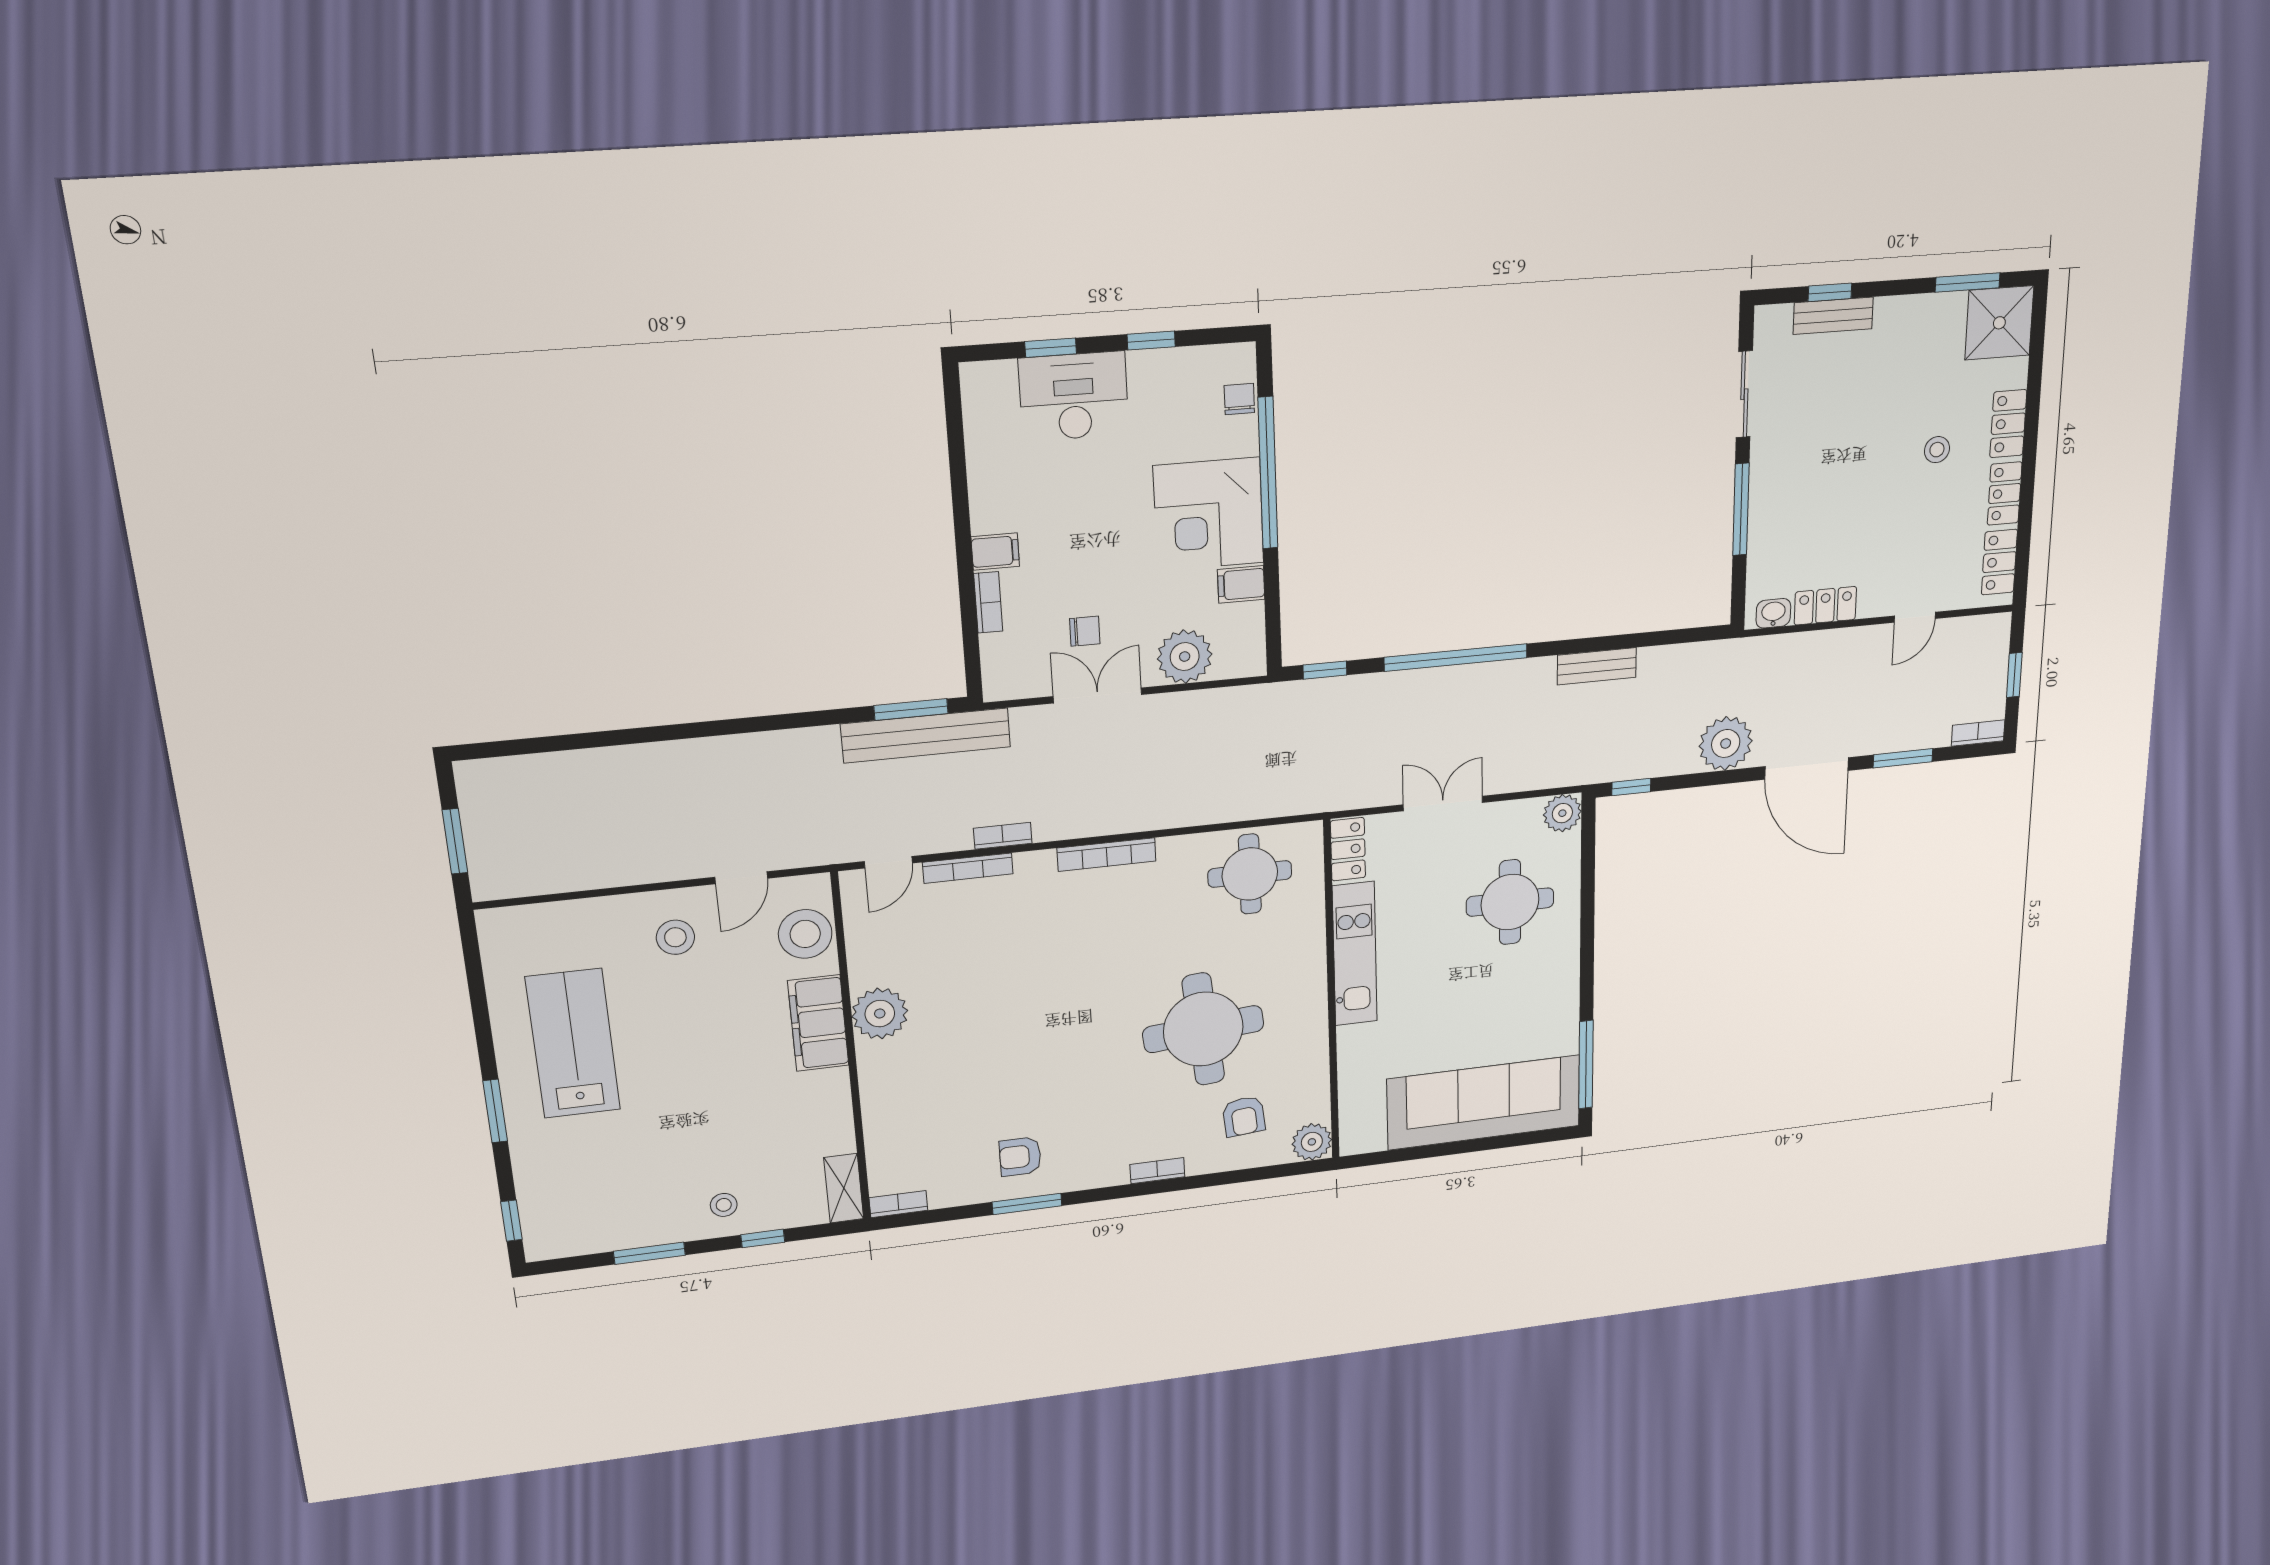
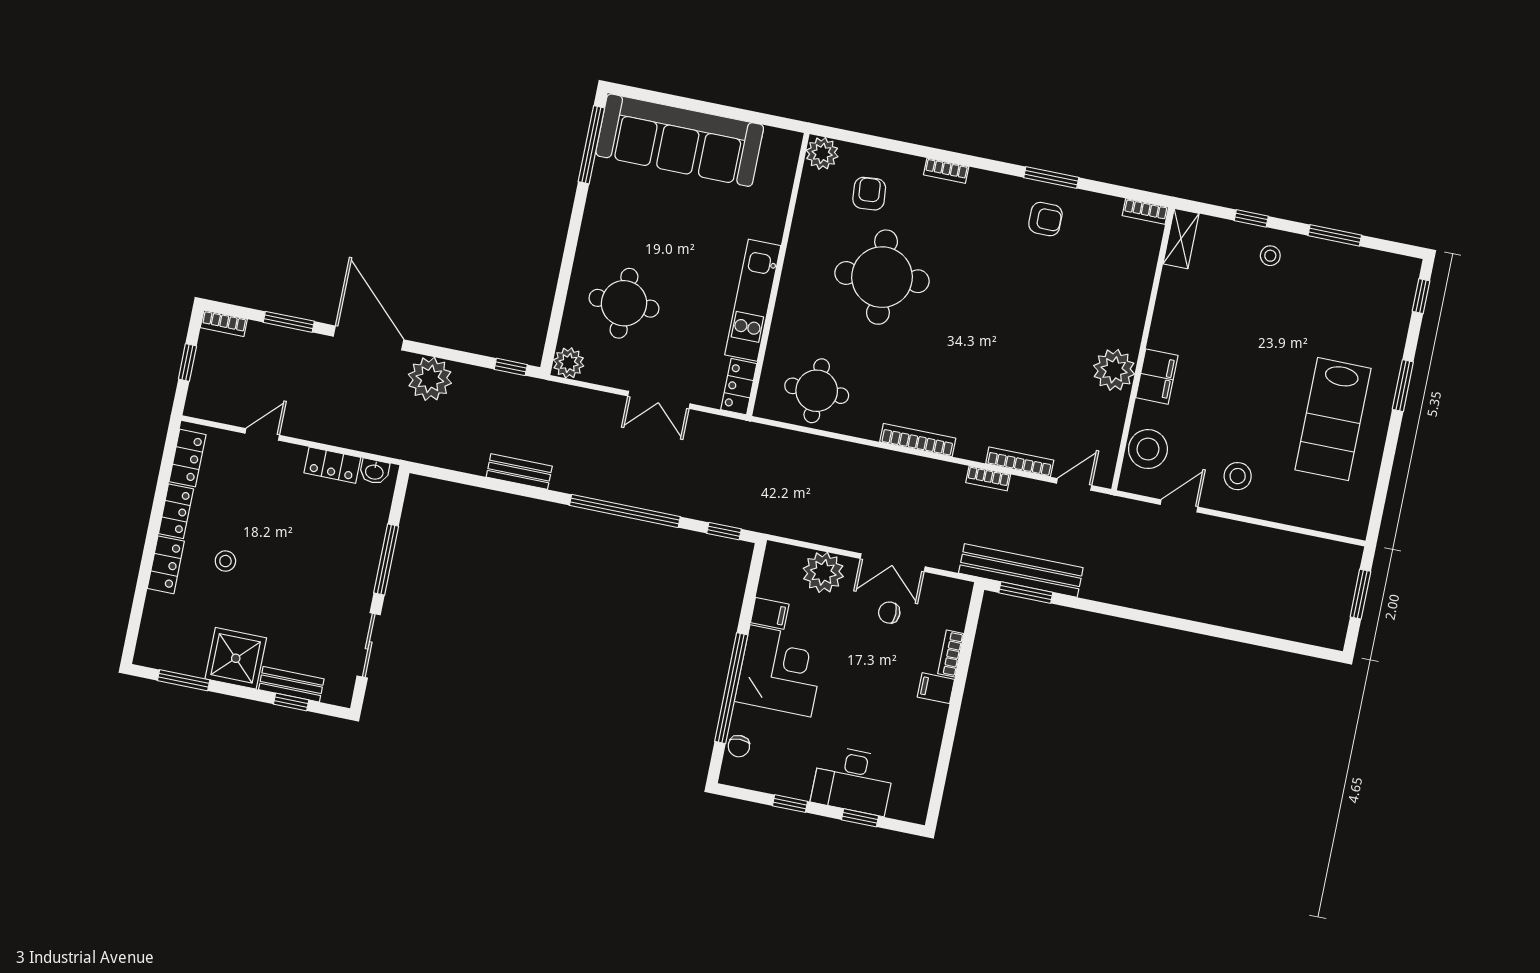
shower: (1999, 323) -> (236, 658), moved
filing cabinet: (818, 1023) -> (1157, 377), width x0.67, depth x0.86

